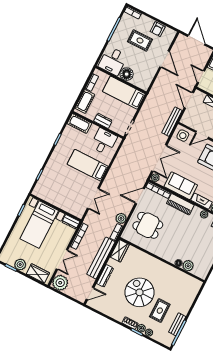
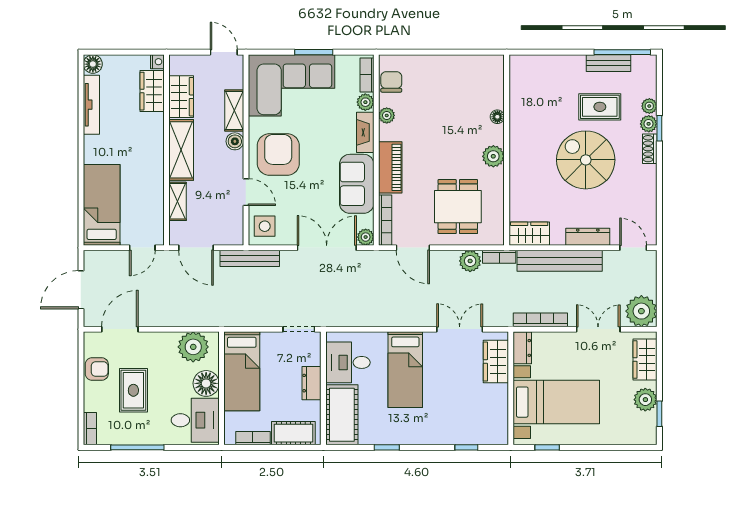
door: (165, 59) -> (120, 329), moved
plant: (146, 77) -> (193, 347), added
door: (189, 100) -> (196, 248), hinge flipped
cot: (79, 123) -> (342, 415), width x1.37, depth x1.34
wardrobe: (71, 207) -> (496, 362), added
plant: (188, 266) -> (493, 156), moved
spiral stairs: (140, 292) -> (586, 160), turned 90

